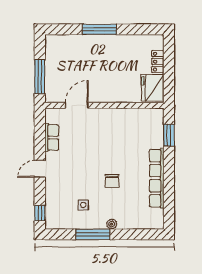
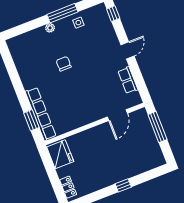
window: (99, 29) -> (123, 185), width x0.46
locker: (158, 62) -> (68, 187), moved
row of seats: (157, 178) -> (41, 114), moved
side table: (83, 205) -> (78, 23), moved

